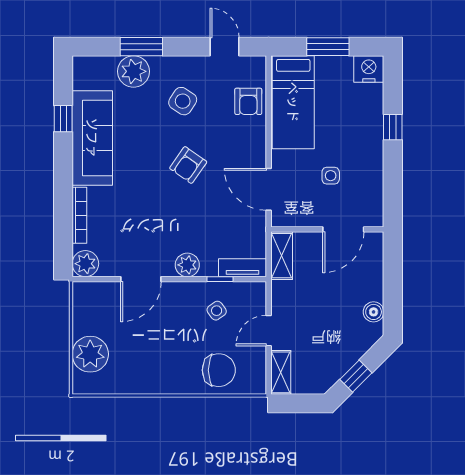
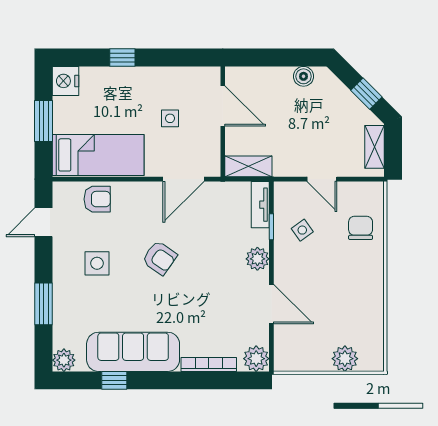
plant: (134, 71) -> (64, 360), moved, width x0.73, depth x0.73
side table: (183, 101) -> (97, 263), turned -33
plant: (90, 354) -> (345, 359), width x0.73, depth x0.73
chair: (219, 370) -> (361, 228), width x0.73, depth x0.73
shelving: (281, 372) -> (374, 147), moved, turned 90

